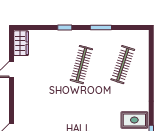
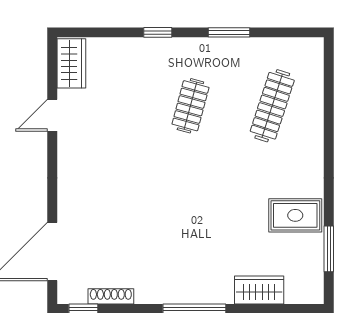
clothes rail: (81, 65) -> (190, 106), width x0.73

